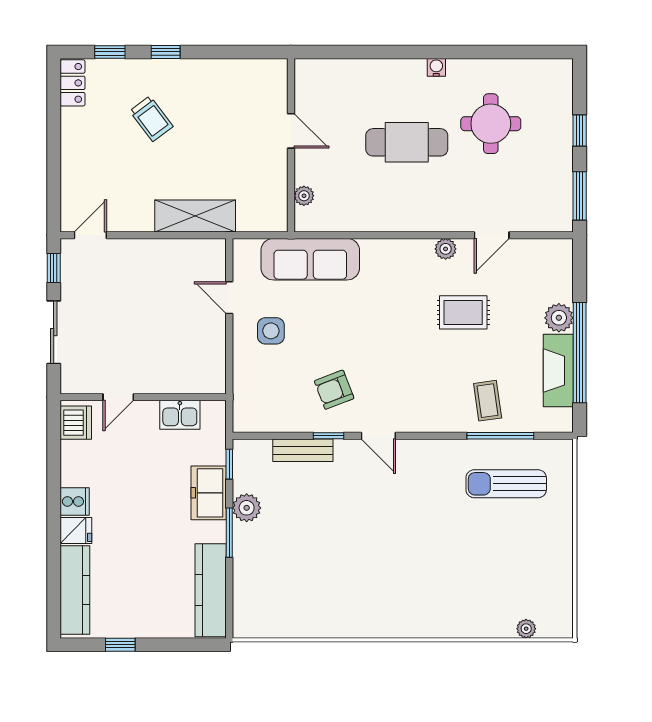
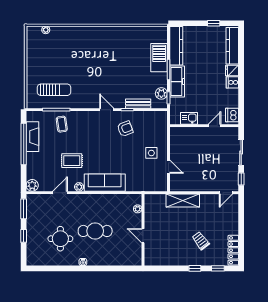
locker: (73, 83) -> (233, 250), width x1.53
sofa: (310, 259) -> (105, 183), moved
plant: (559, 318) -> (32, 185), moved
freezer: (209, 493) -> (177, 82), width x1.40
plant: (247, 508) -> (161, 93), moved
barbecue: (252, 562) -> (159, 58), added

